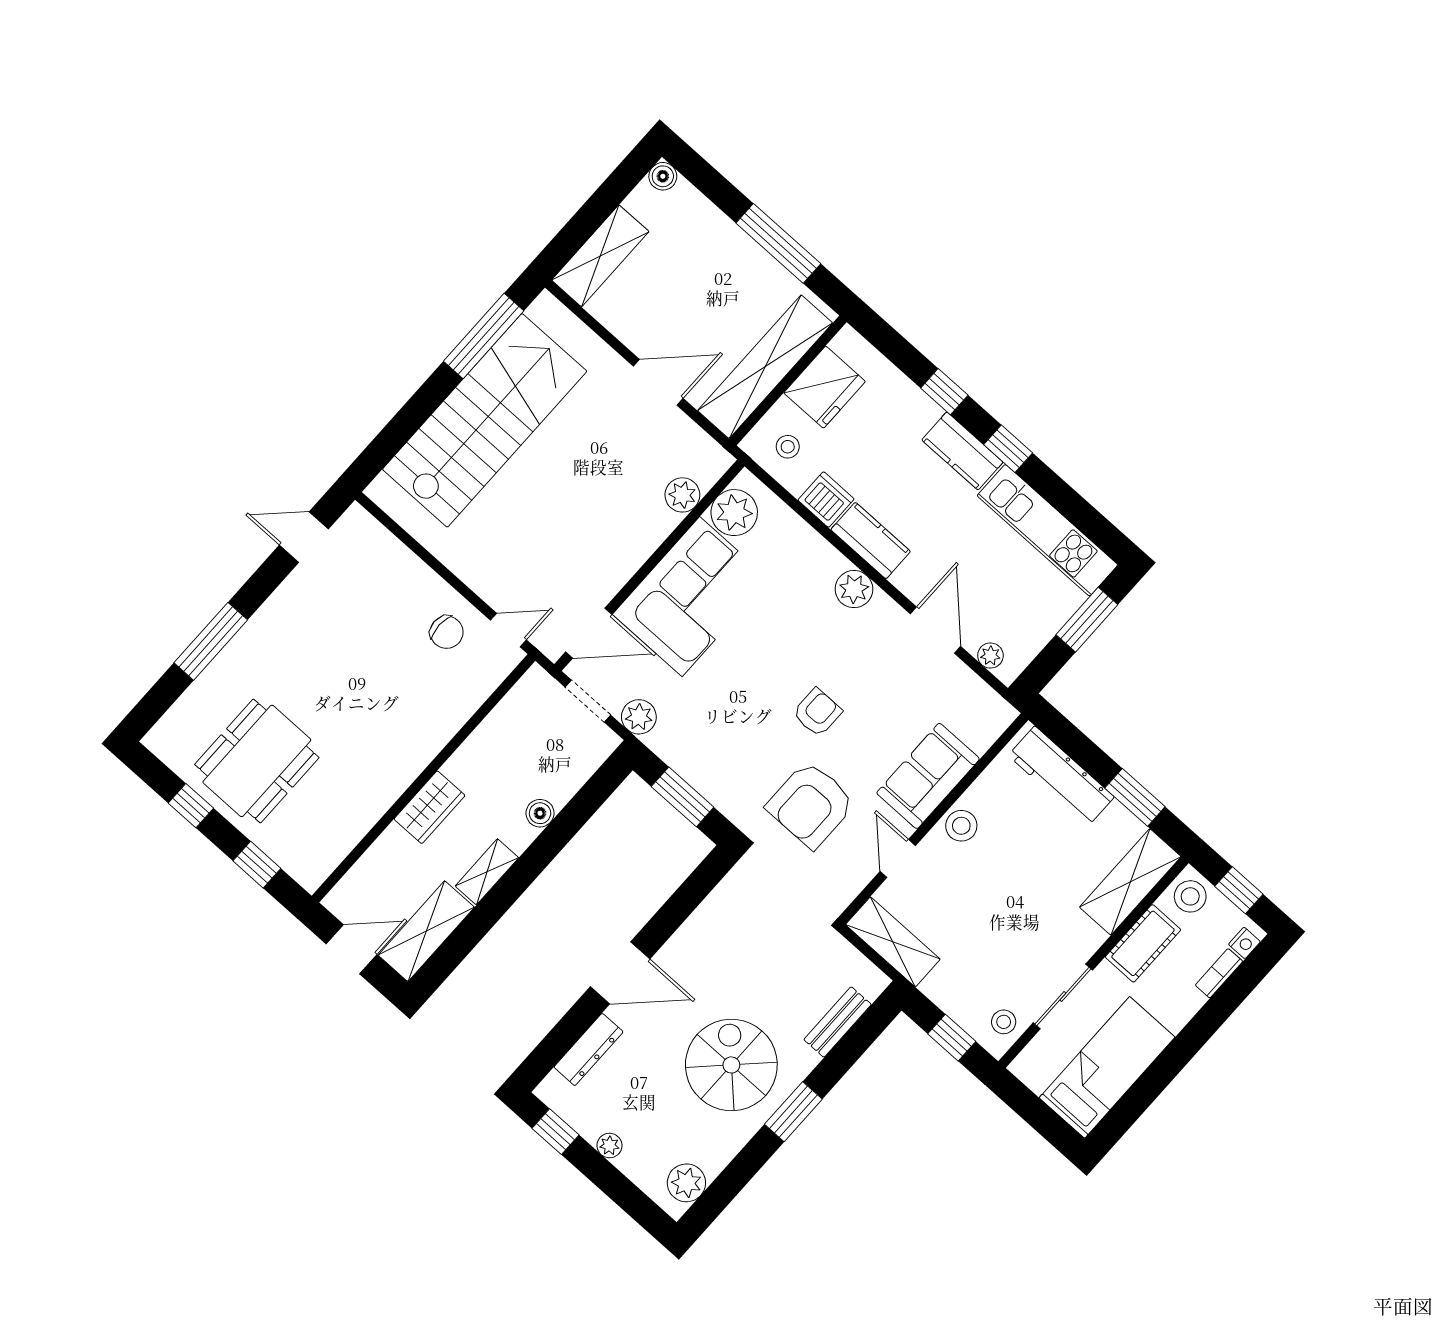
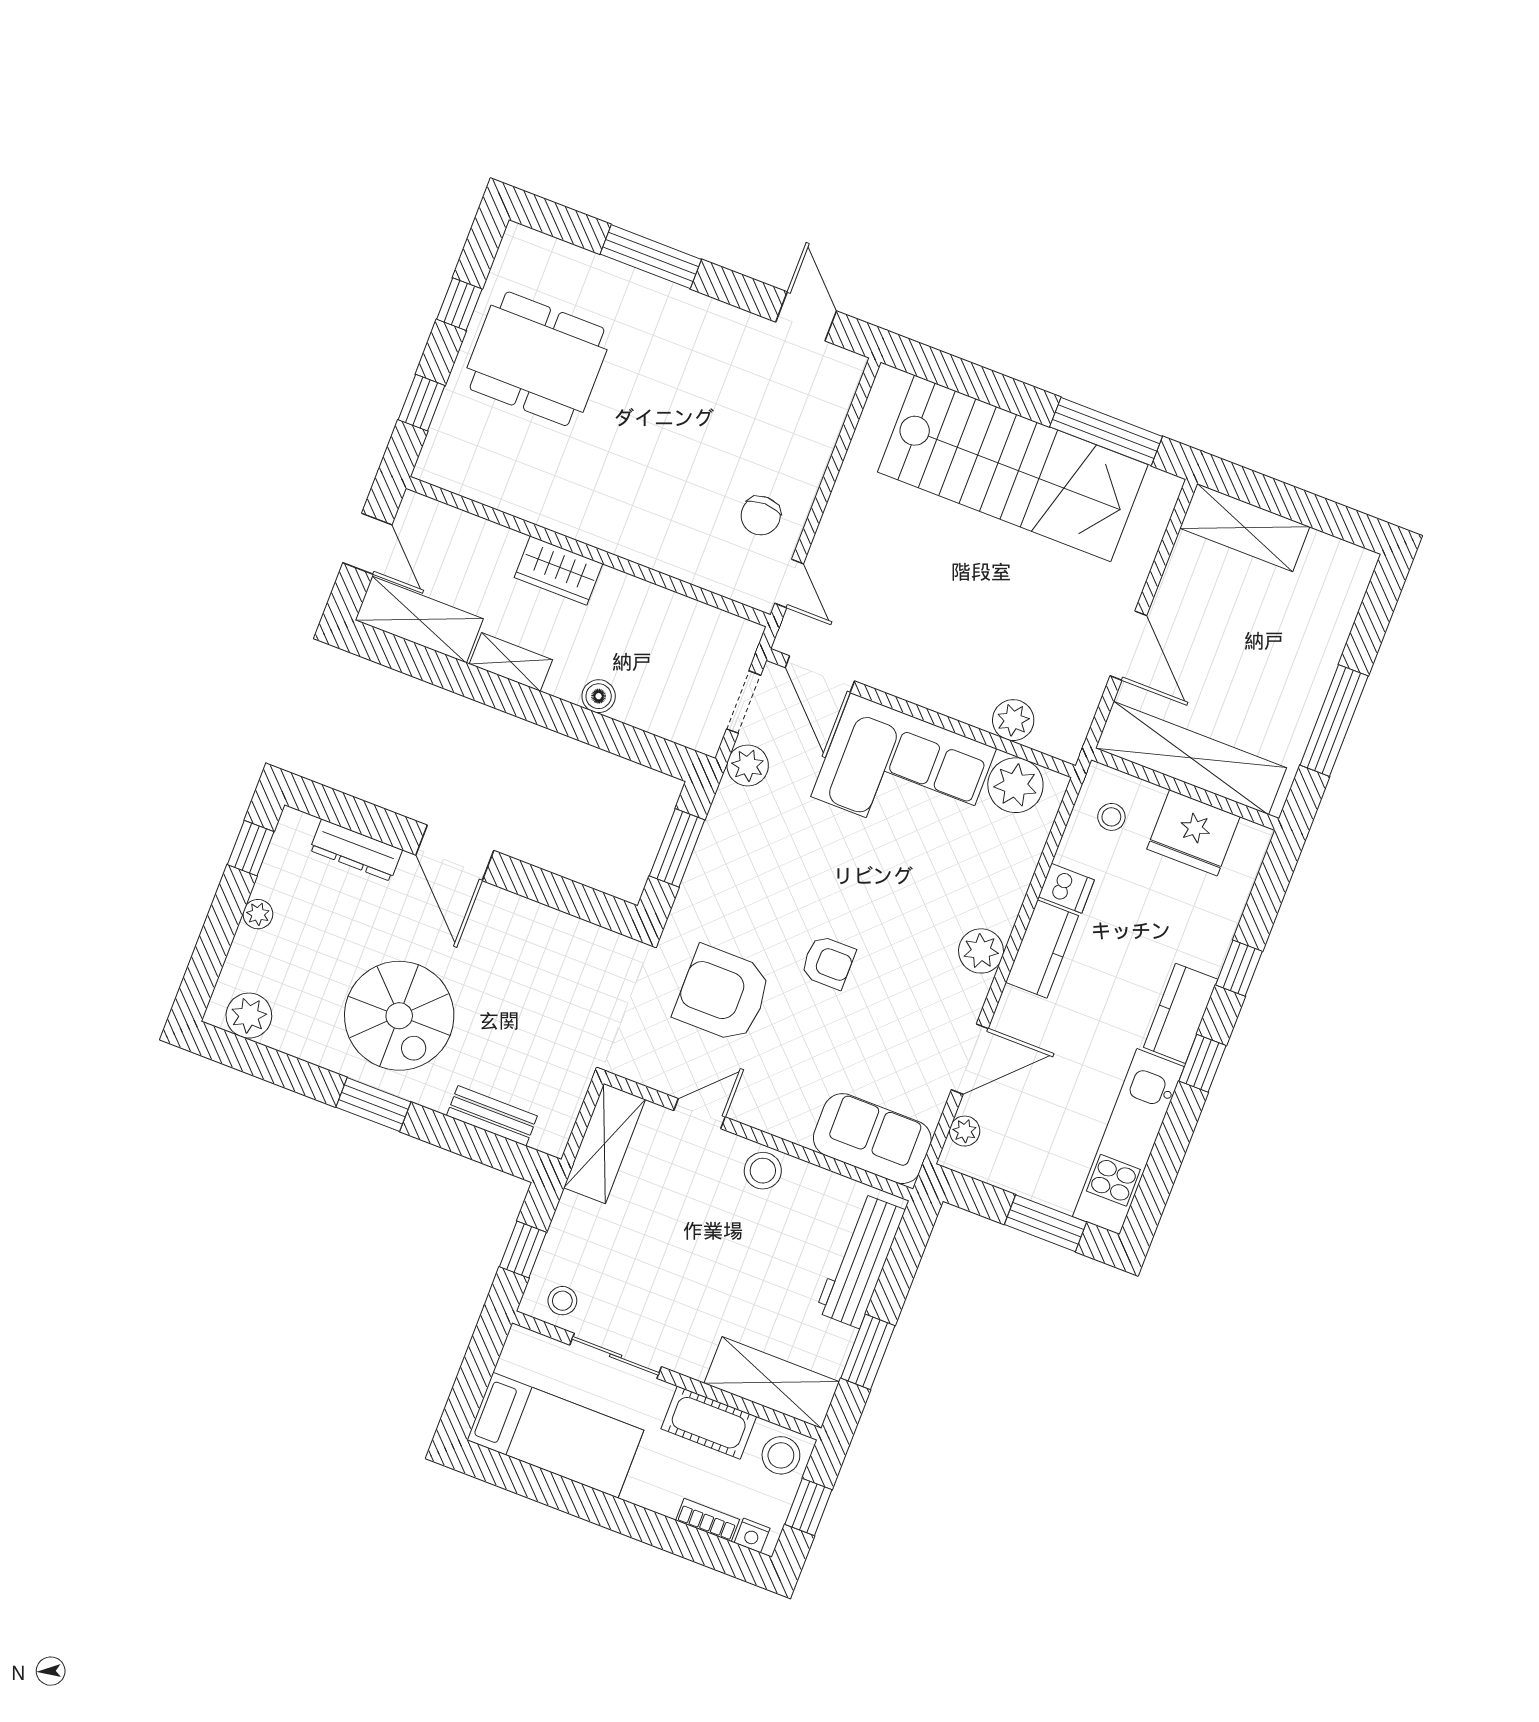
boiler: (663, 176) -> (1360, 563), removed
dishwasher: (826, 500) -> (1066, 888), width x0.73
sofa: (928, 776) -> (872, 1139), moved
spiral stairs: (731, 1065) -> (399, 1016), turned 90

